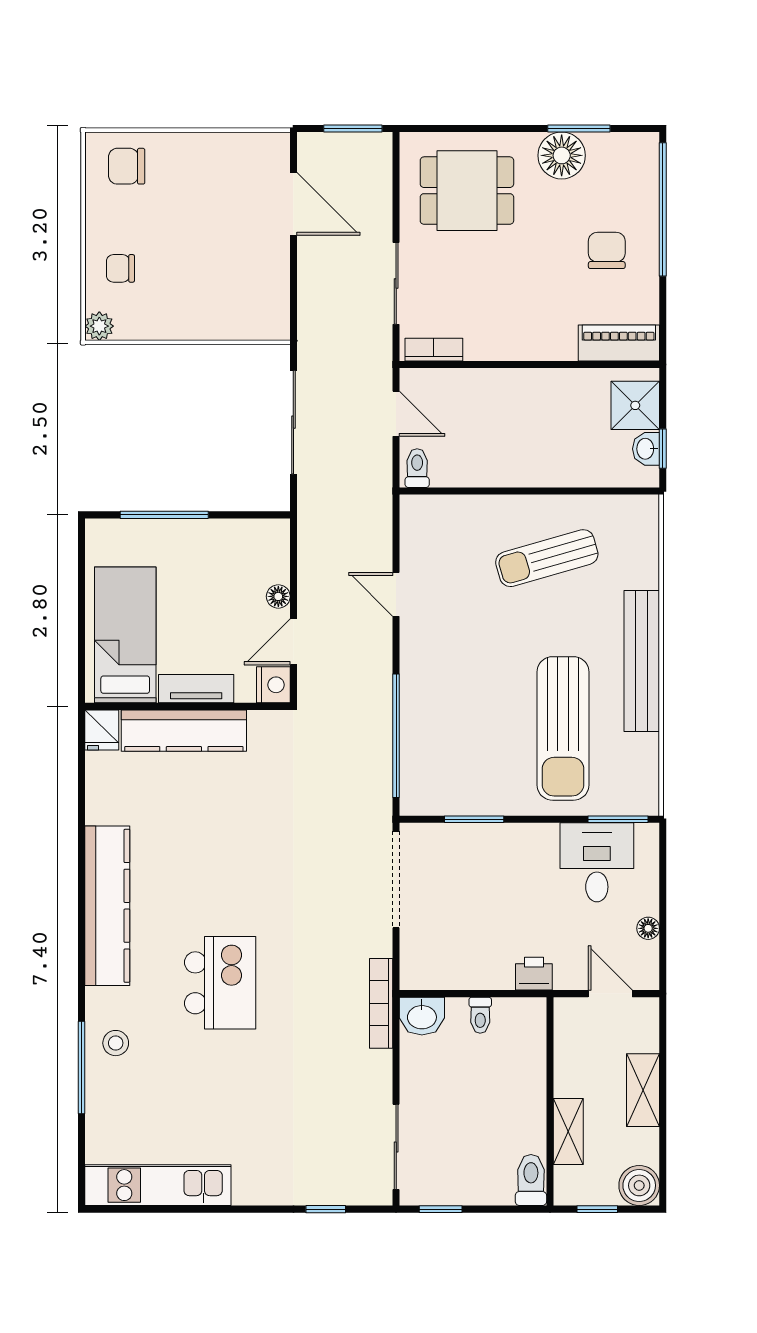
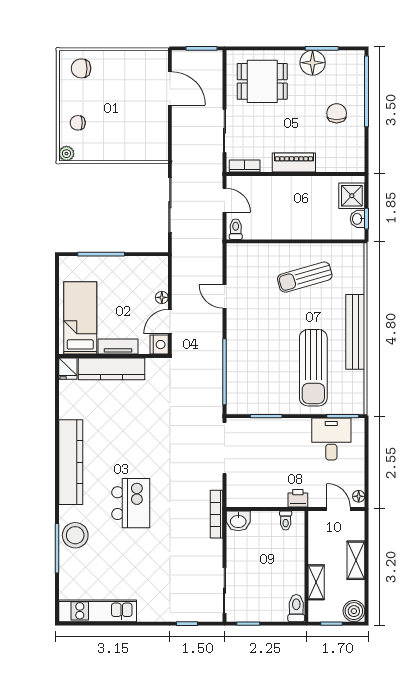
piano: (619, 343) -> (294, 163), moved
floor lamp: (648, 928) -> (359, 496), moved
toilet: (480, 1015) -> (286, 520), moved
stool: (116, 1043) -> (75, 535), width x1.89, depth x1.89

